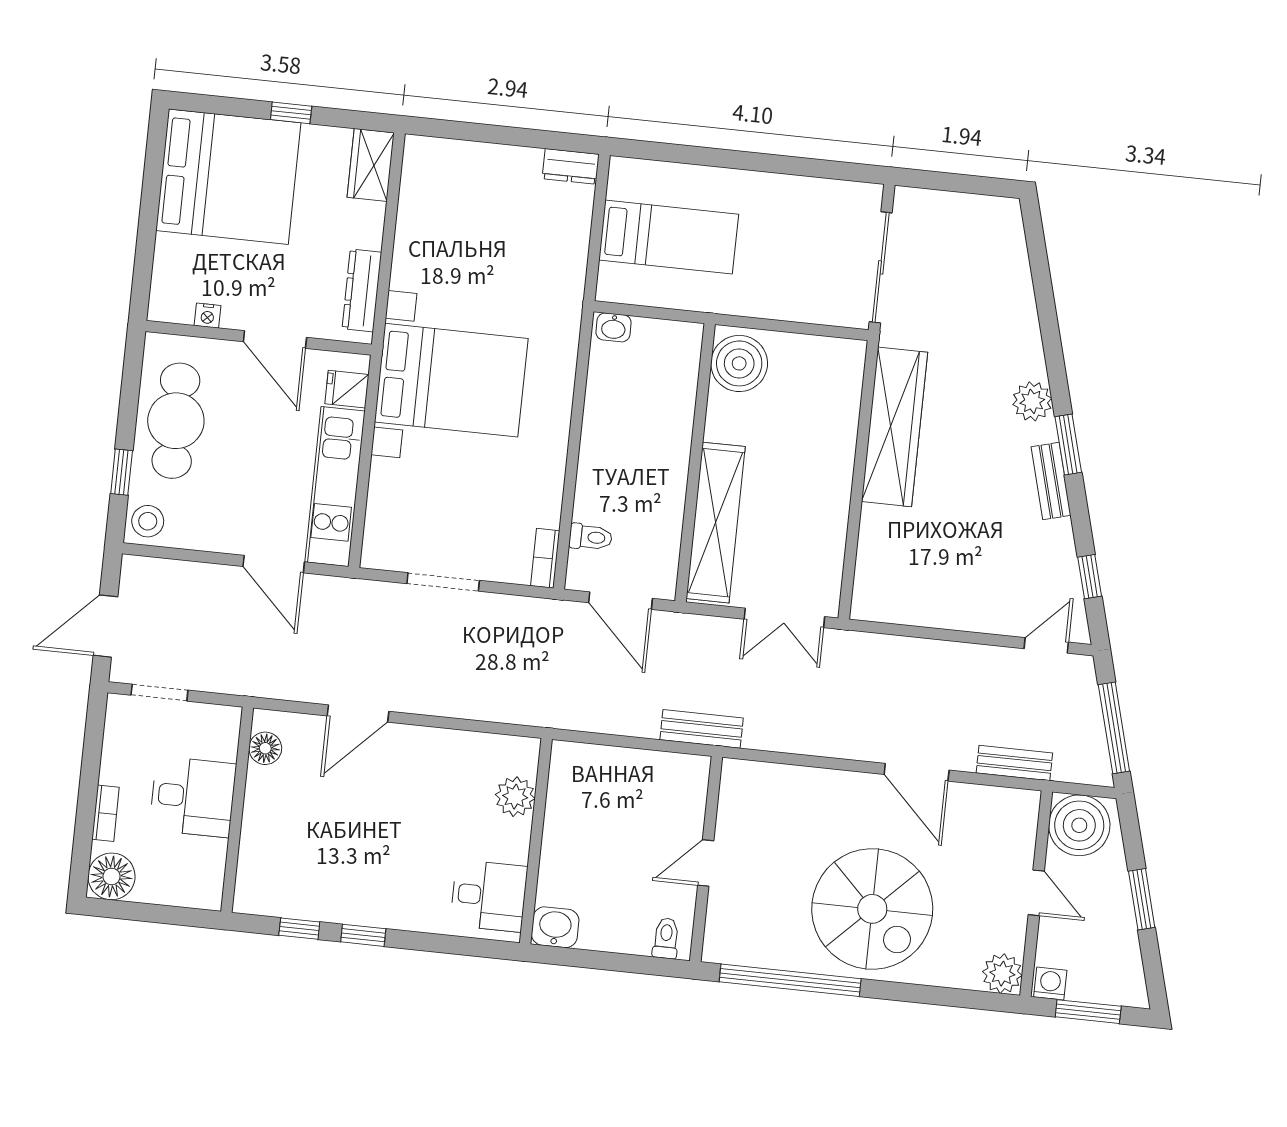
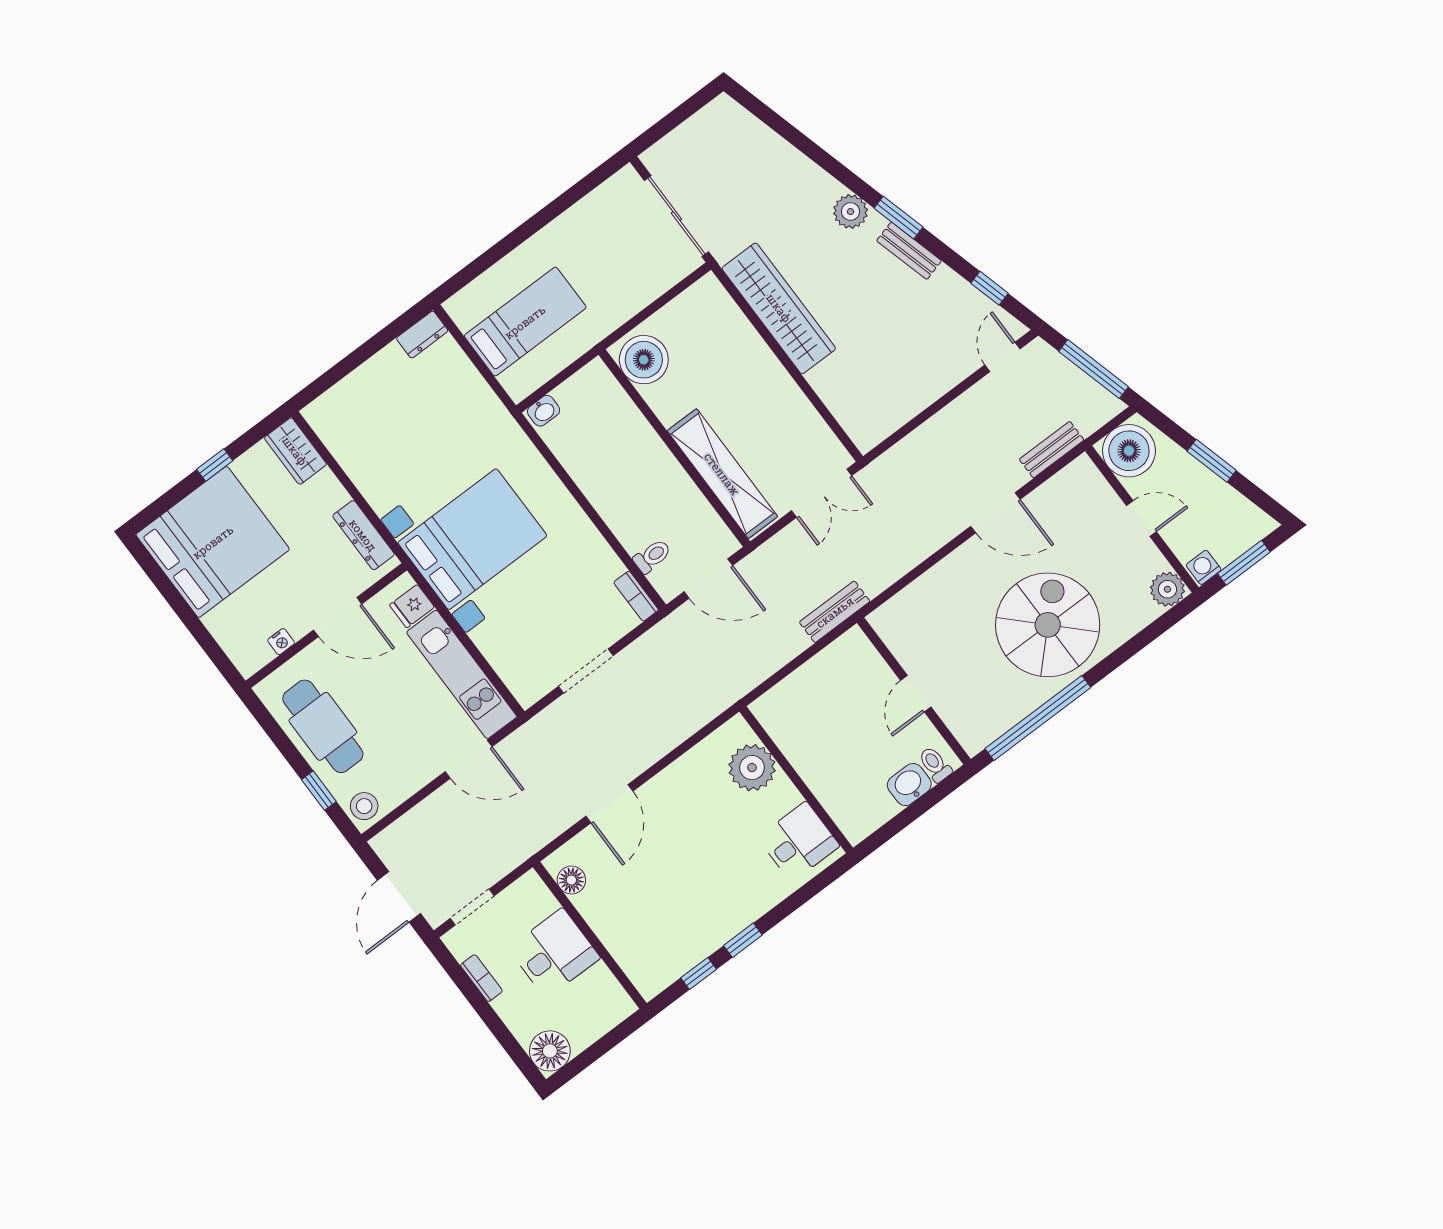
plant: (515, 797) -> (752, 768), width x1.36, depth x1.36
bookcase: (105, 813) -> (481, 978), moved
spiral stairs: (872, 909) -> (1048, 625), turned -90
washbasin: (555, 927) -> (909, 785), moved

